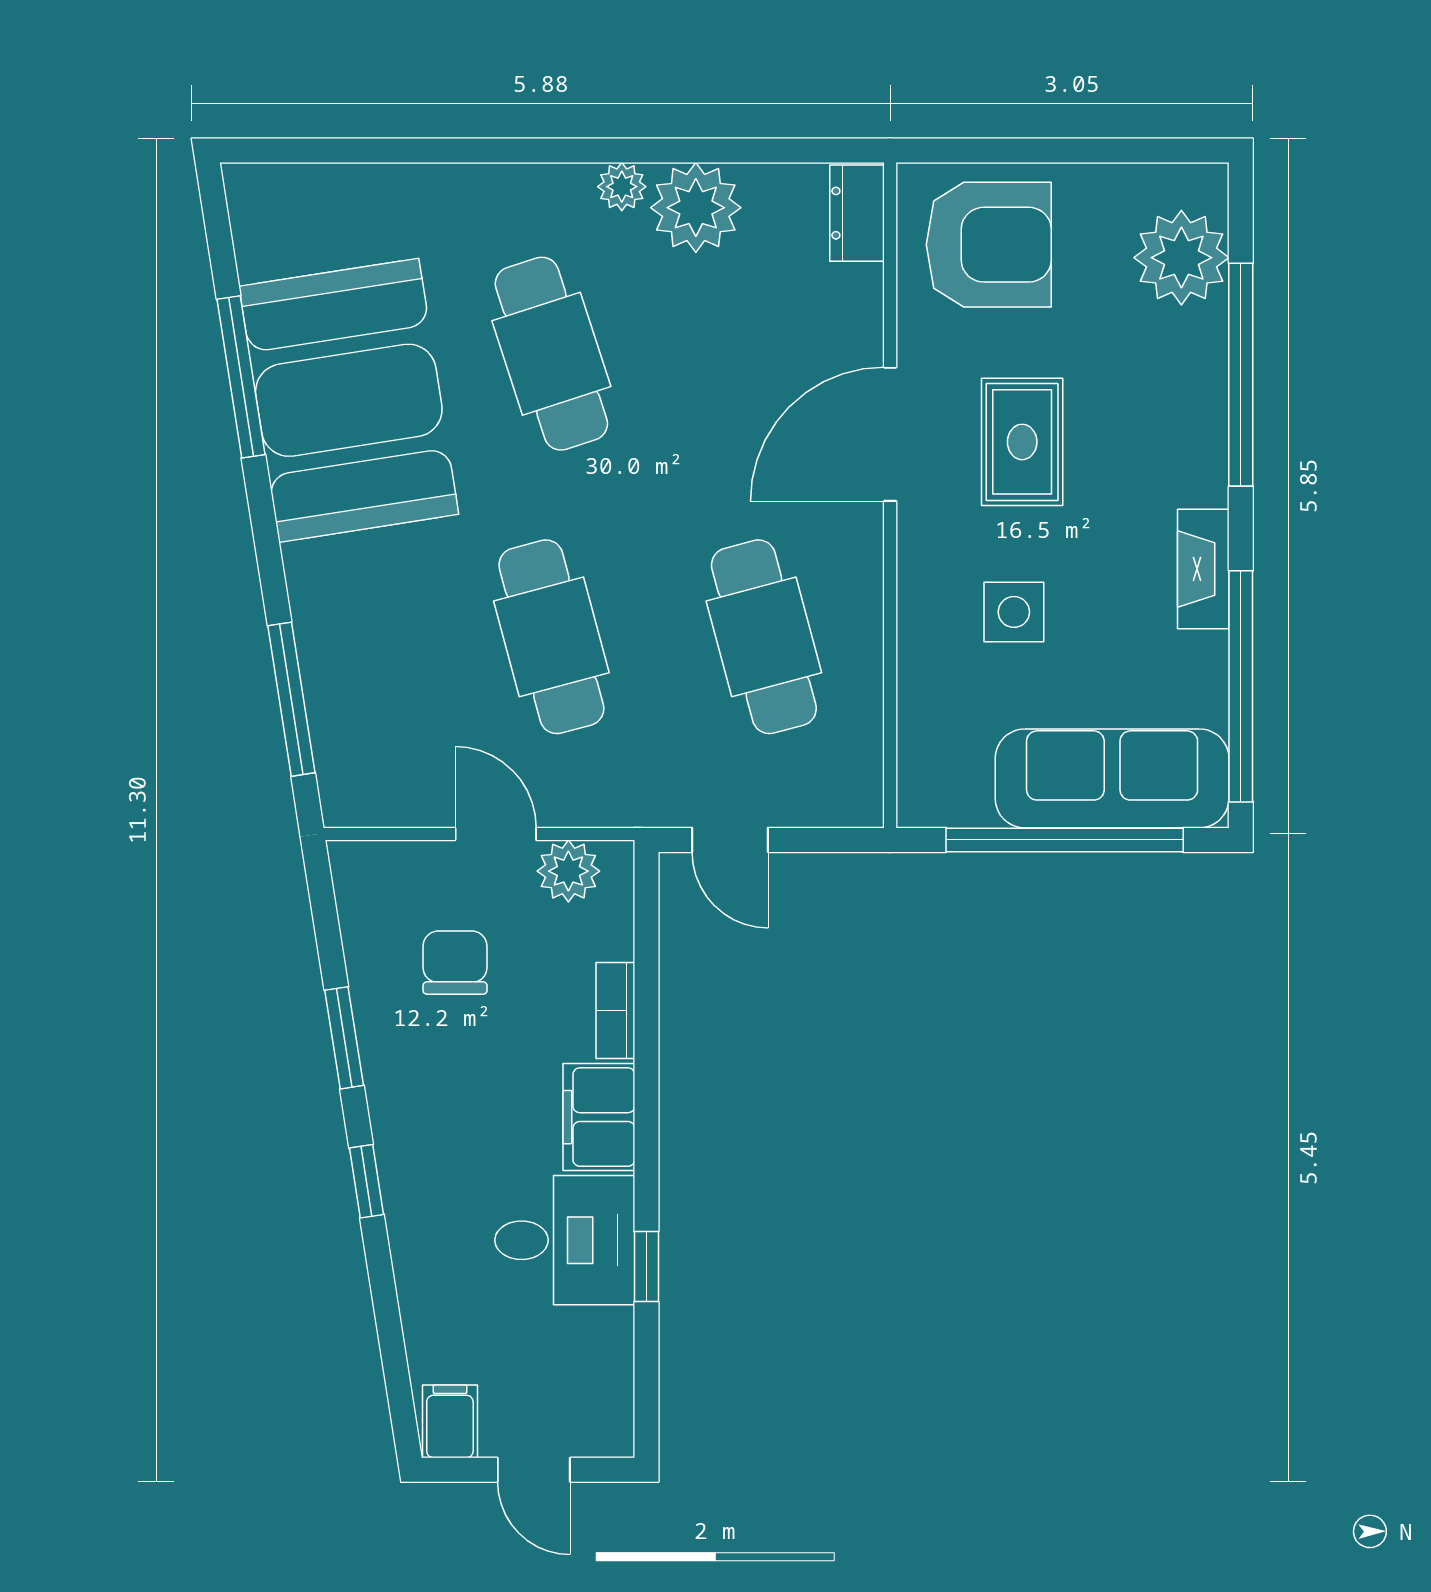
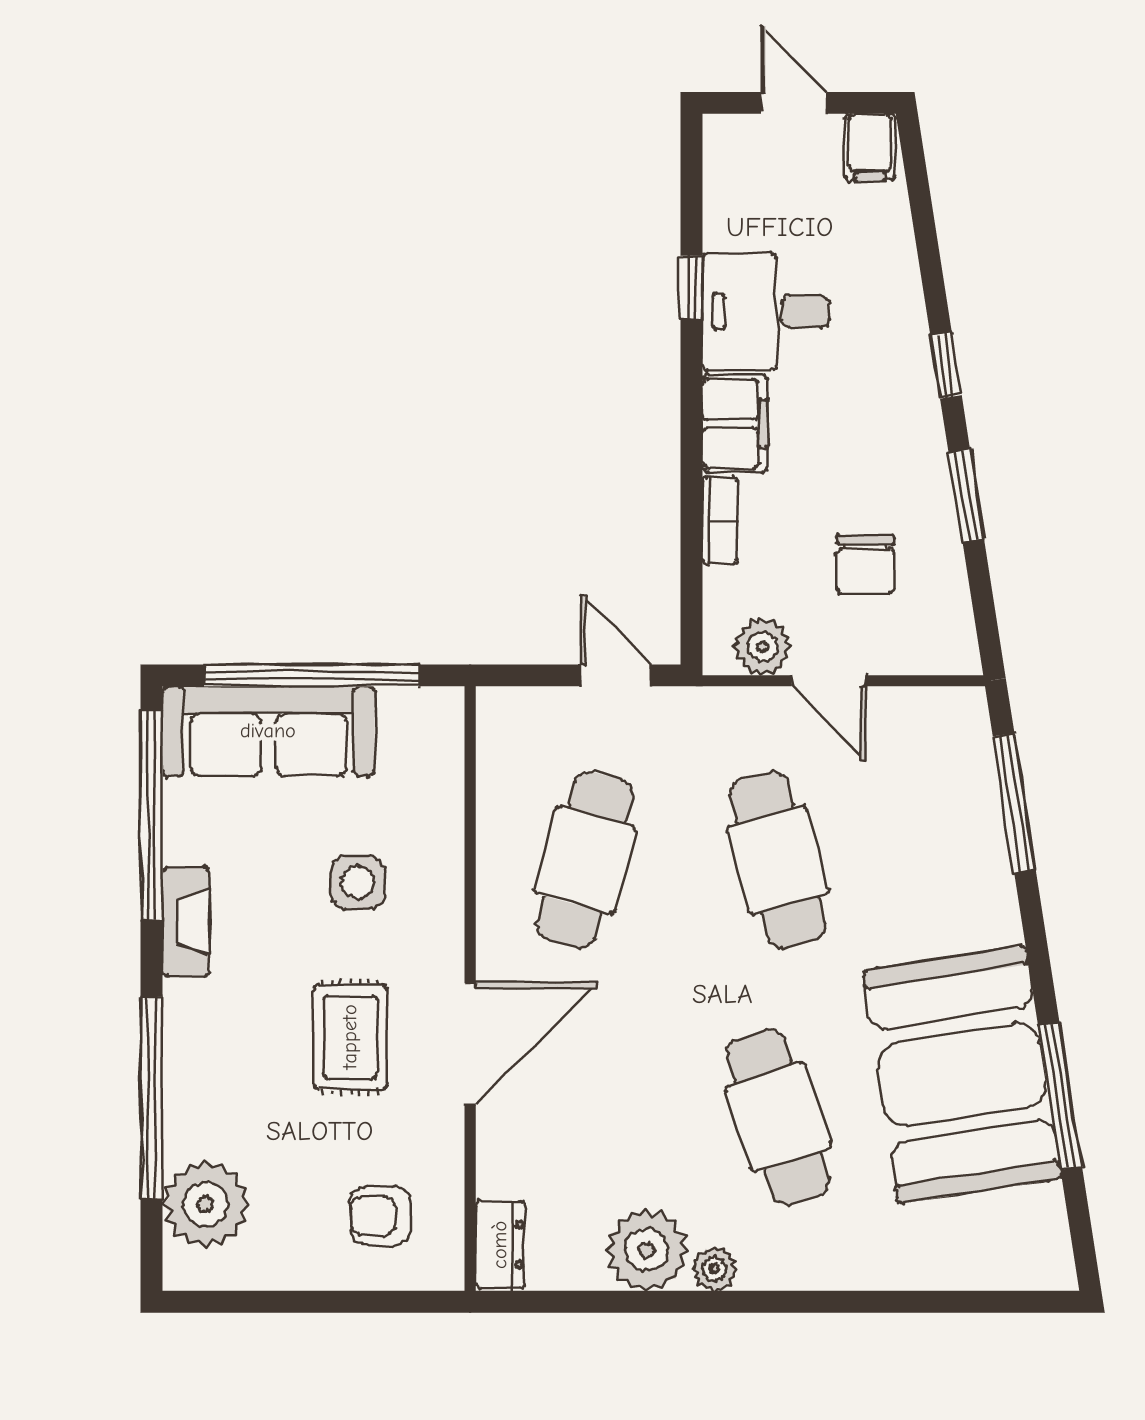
armchair: (989, 245) -> (381, 1216), width x0.53, depth x0.53
cafe table: (764, 637) -> (585, 860), turned 30

